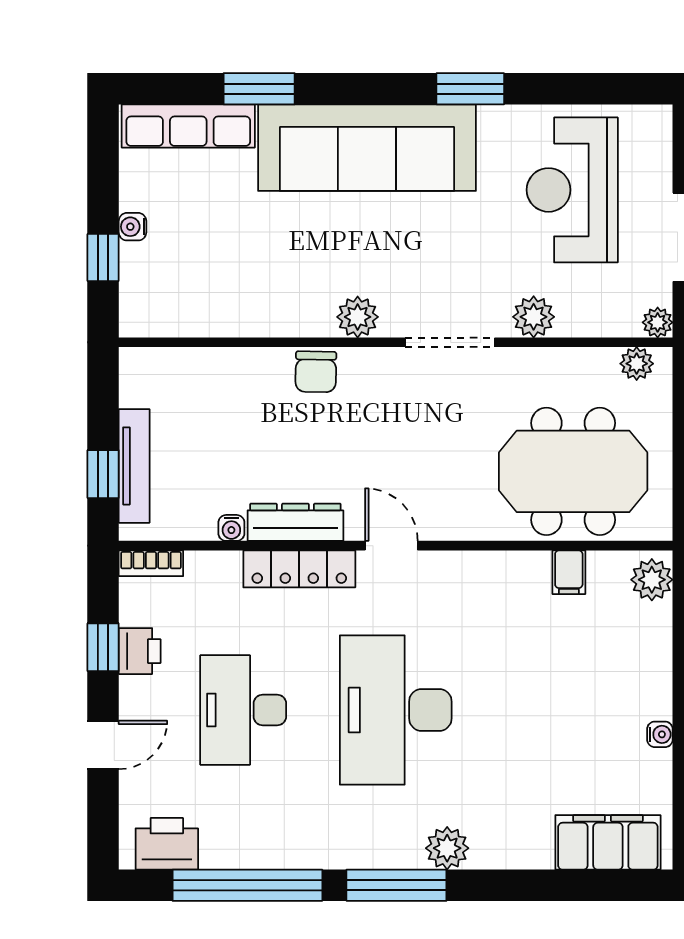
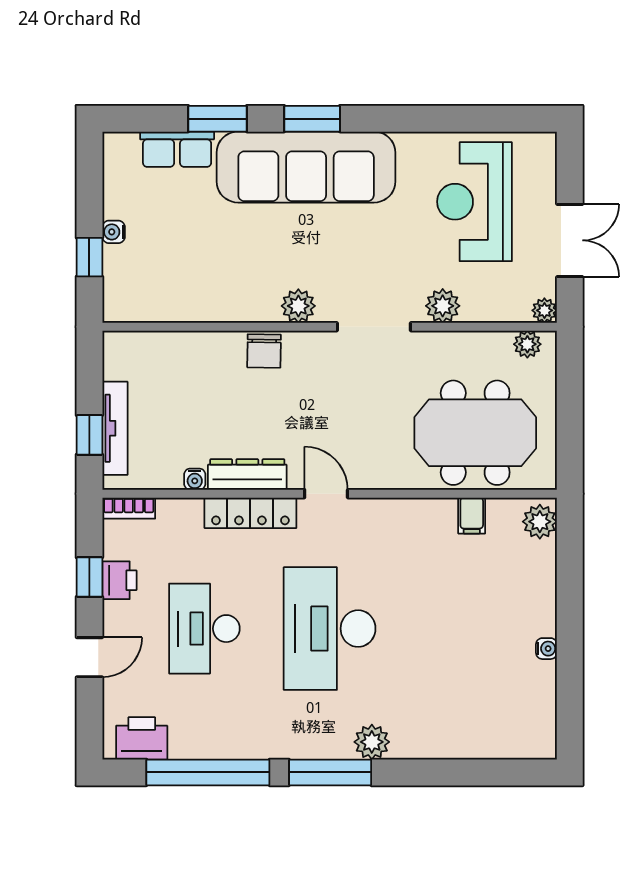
window: (470, 89) -> (312, 119), moved
row of seats: (188, 126) -> (177, 149), width x0.68
filing cabinet: (608, 842) -> (504, 737), removed

